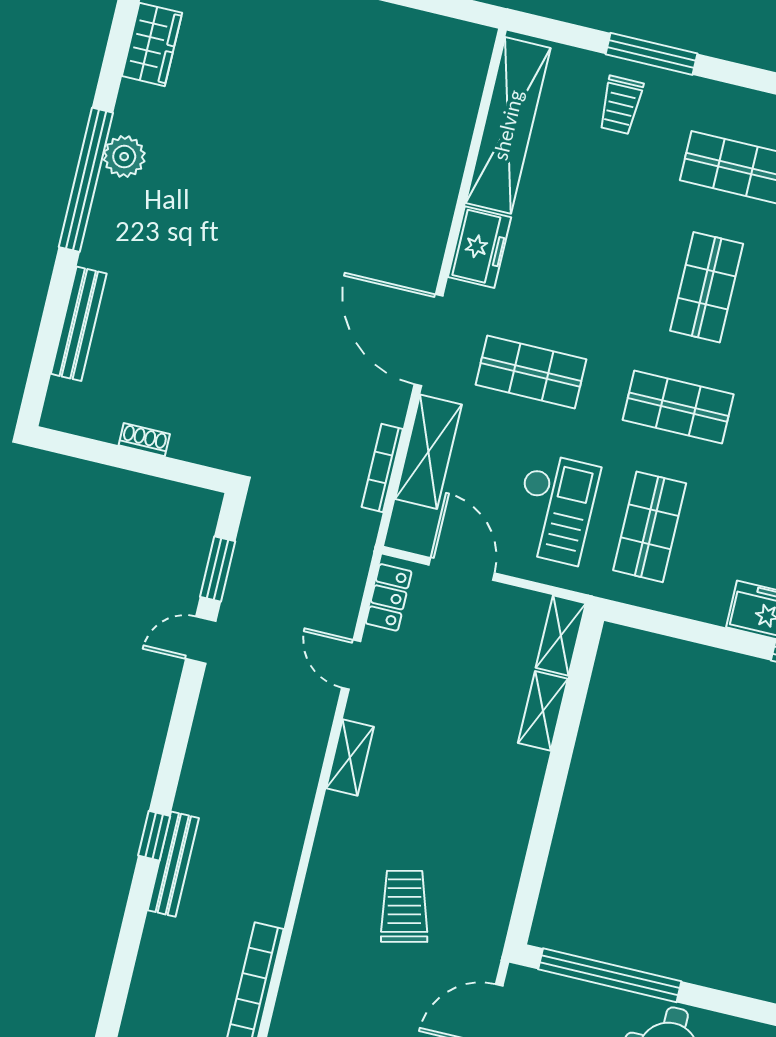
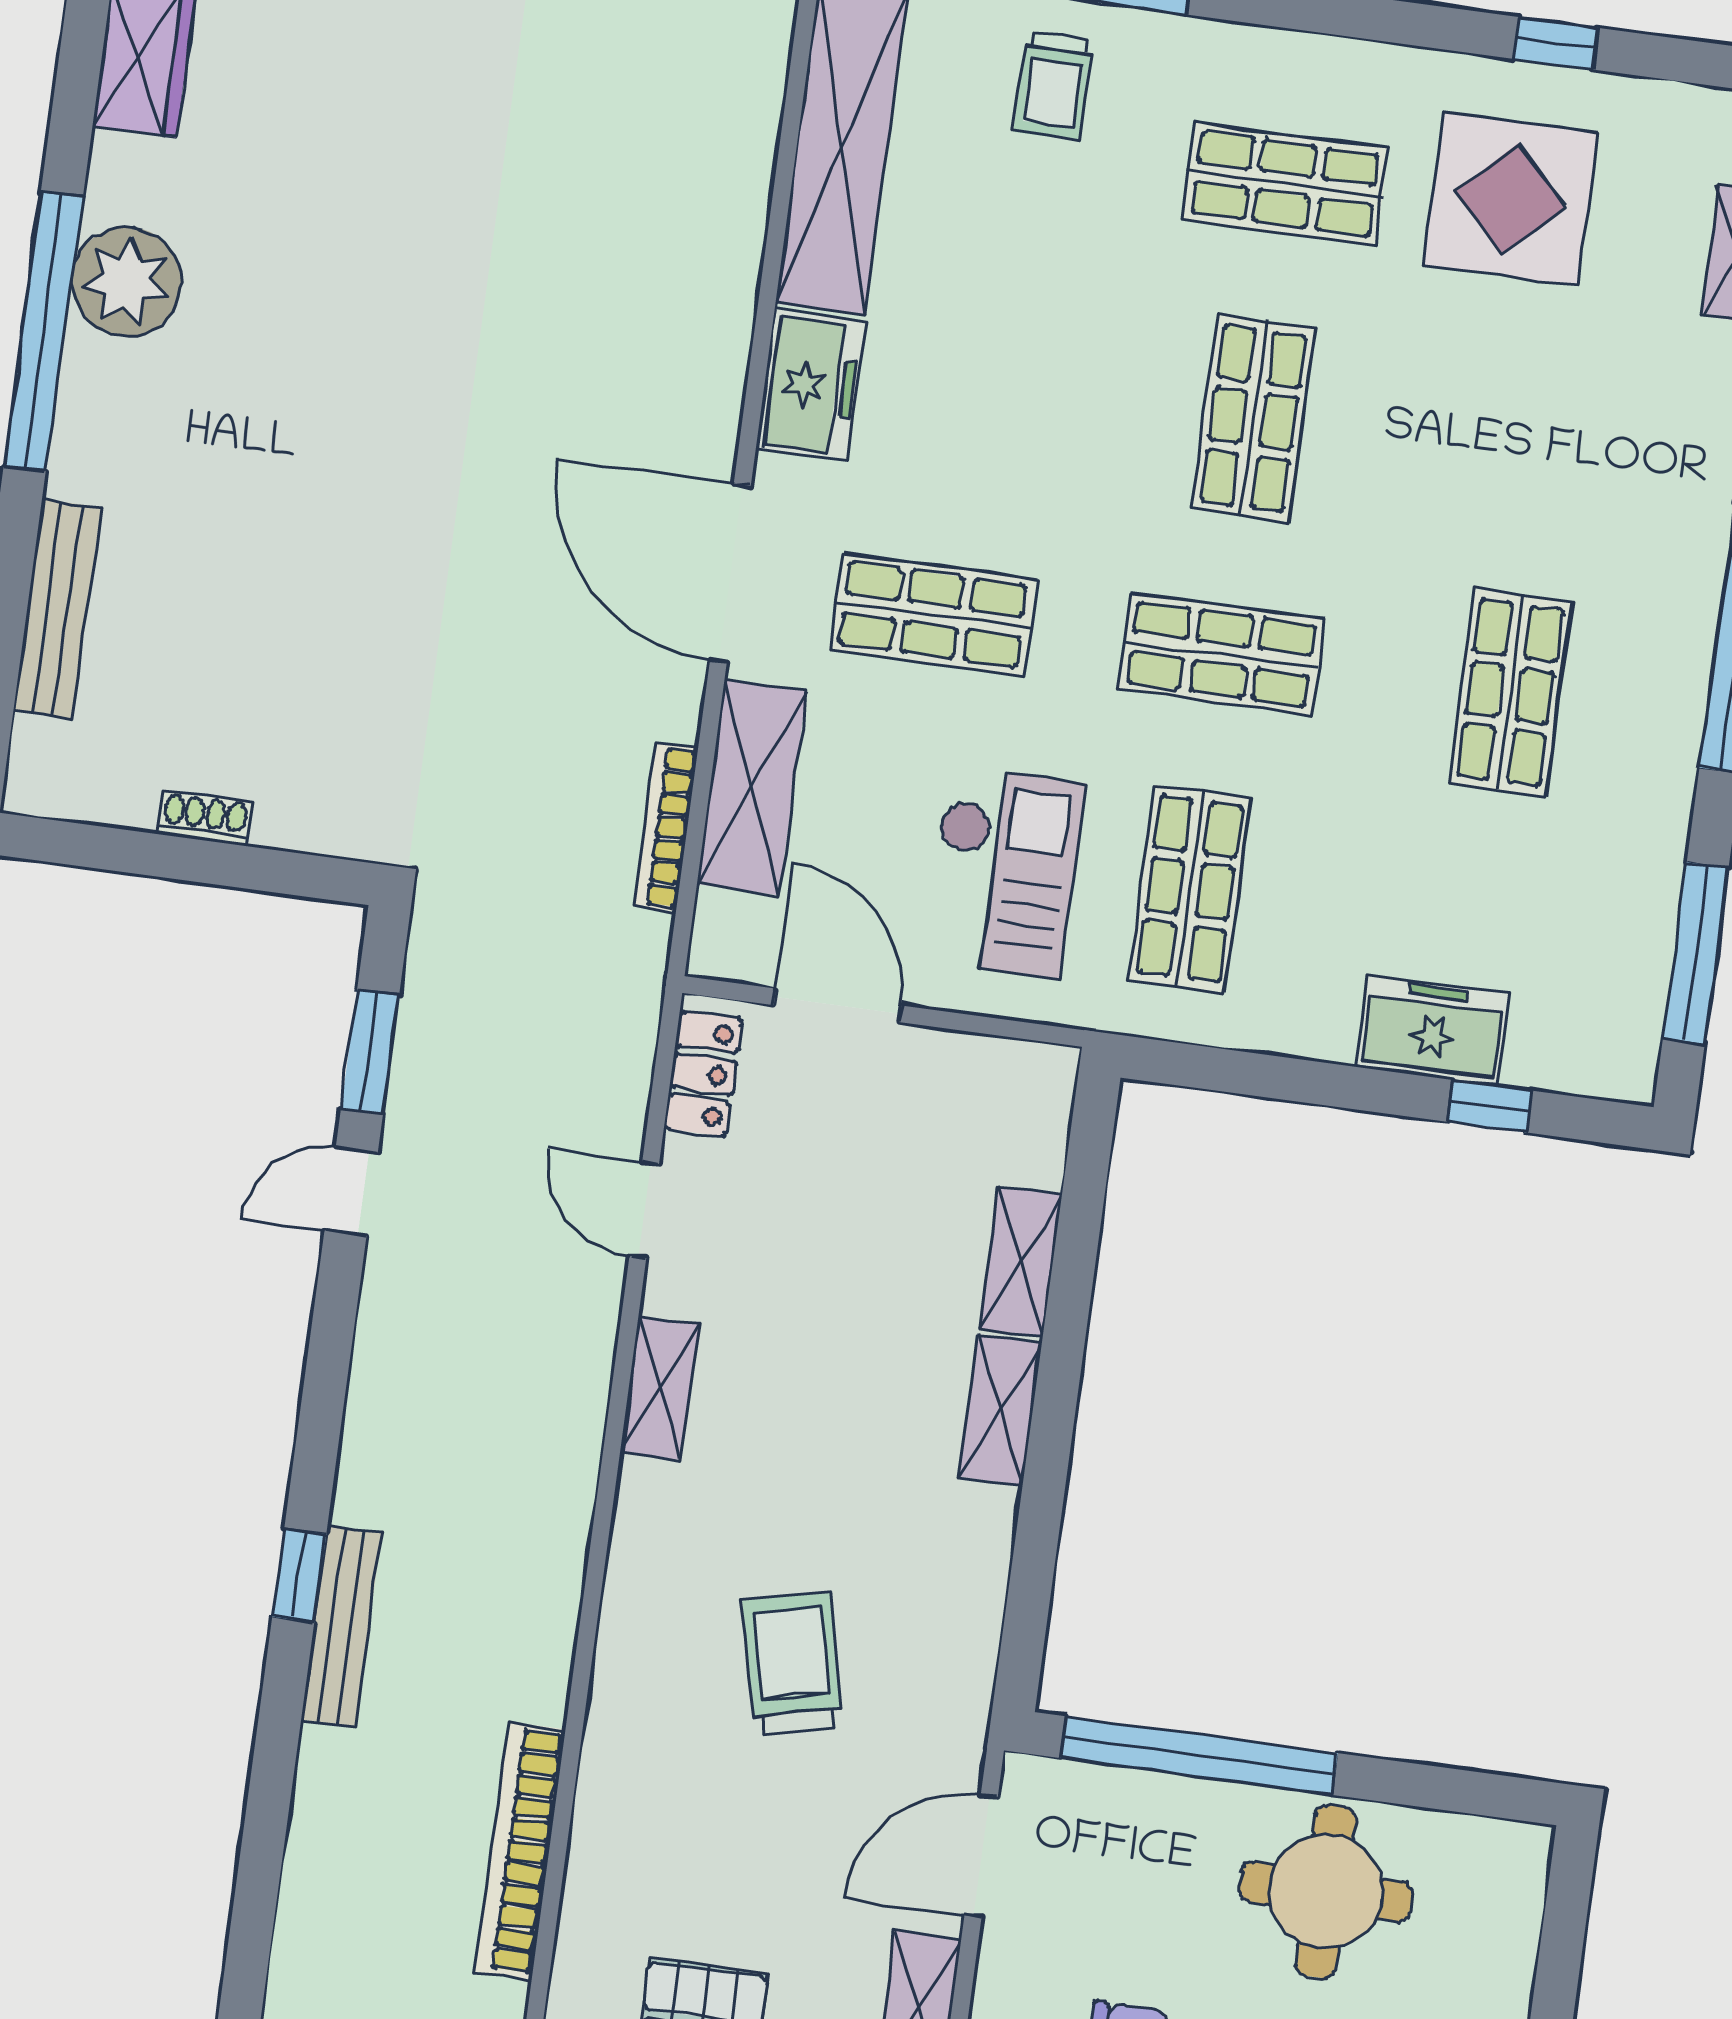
plant: (124, 157) -> (127, 282), width x1.36, depth x1.36
shelving: (561, 635) -> (1000, 1410), moved

